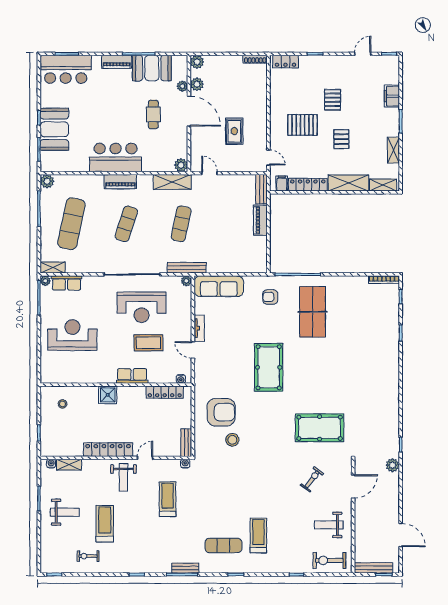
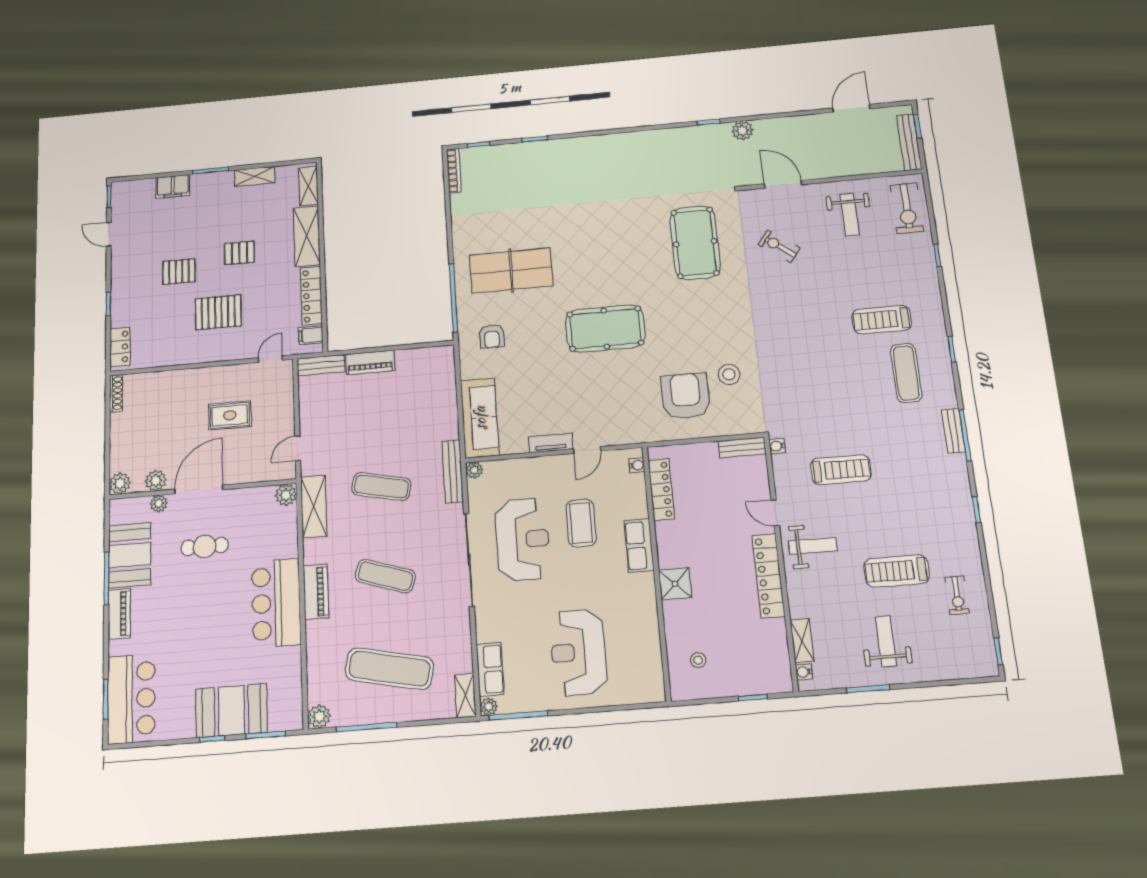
pallet: (303, 125) -> (218, 312), turned 90
treadmill: (168, 499) -> (841, 470), turned 180

